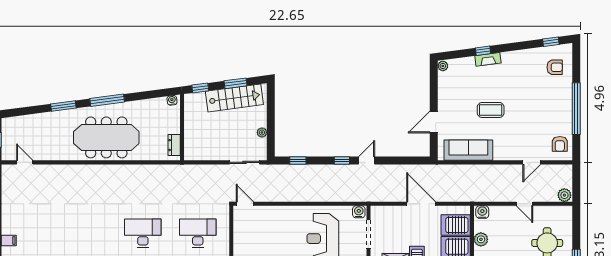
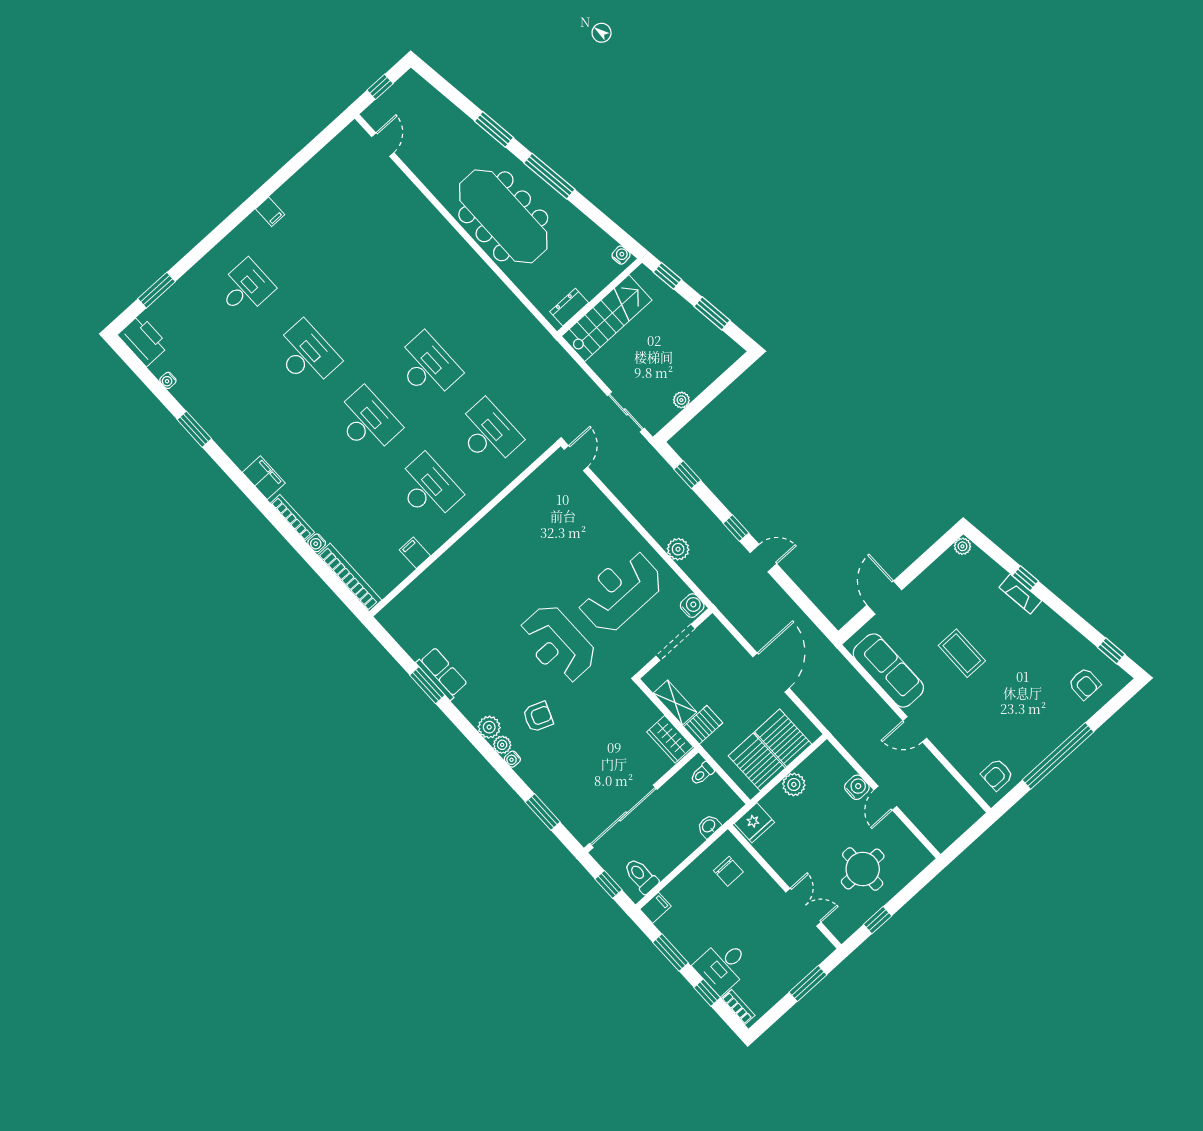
stairs: (234, 98) -> (607, 318), moved, turned -82
door: (434, 122) -> (884, 598), hinge flipped
door: (532, 162) -> (915, 729), moved
plant: (564, 195) -> (678, 549), moved
water cooler: (482, 212) -> (857, 787), moved

